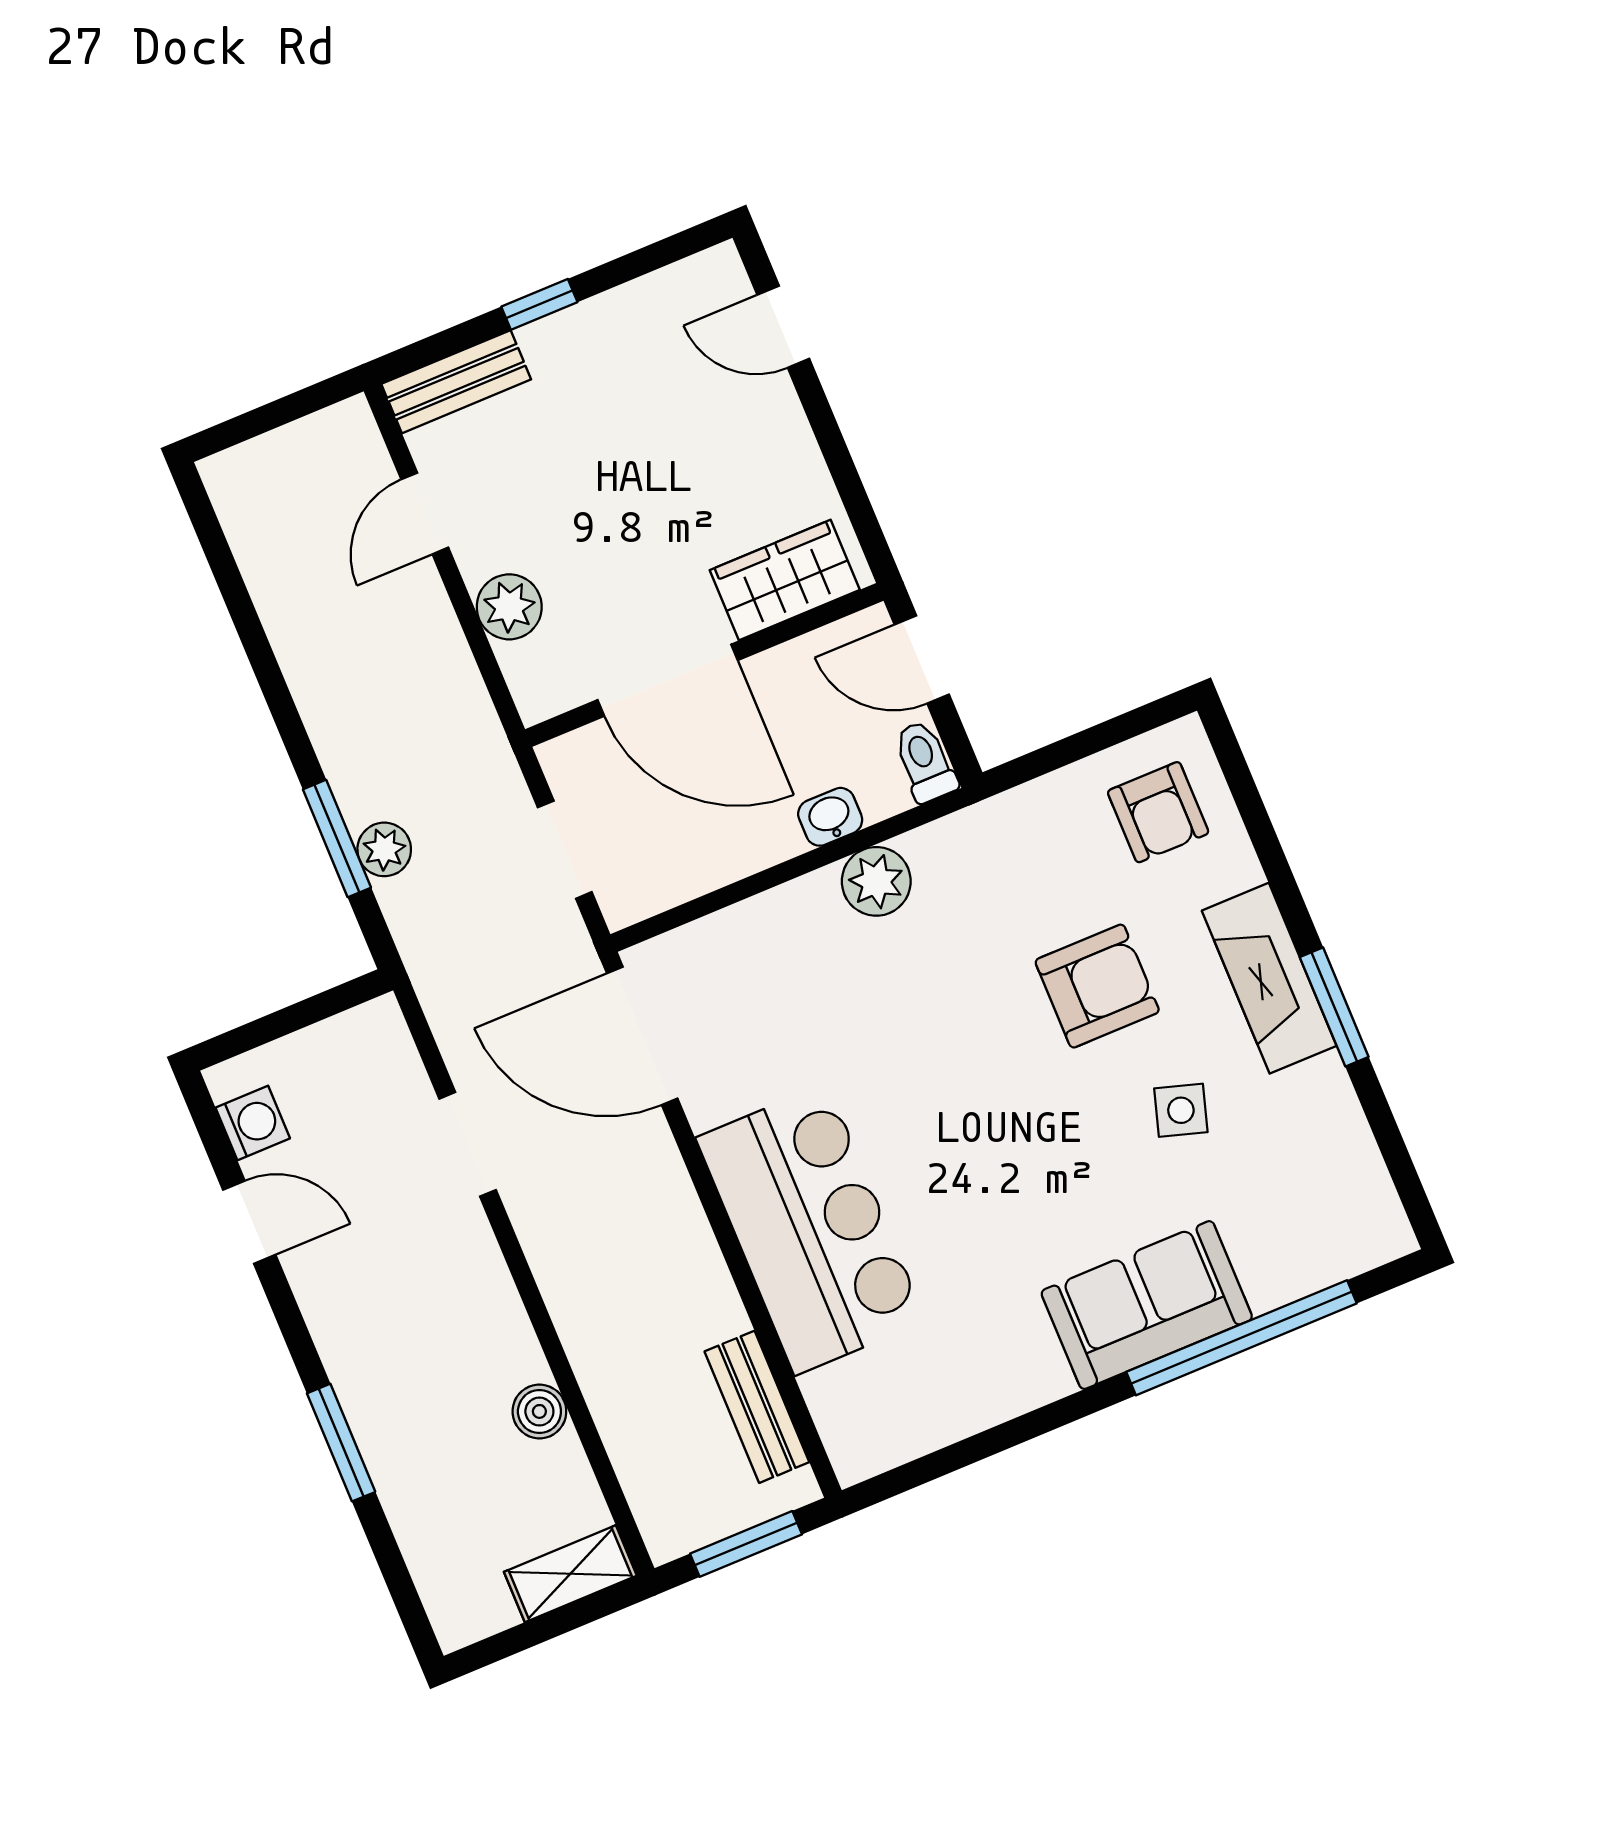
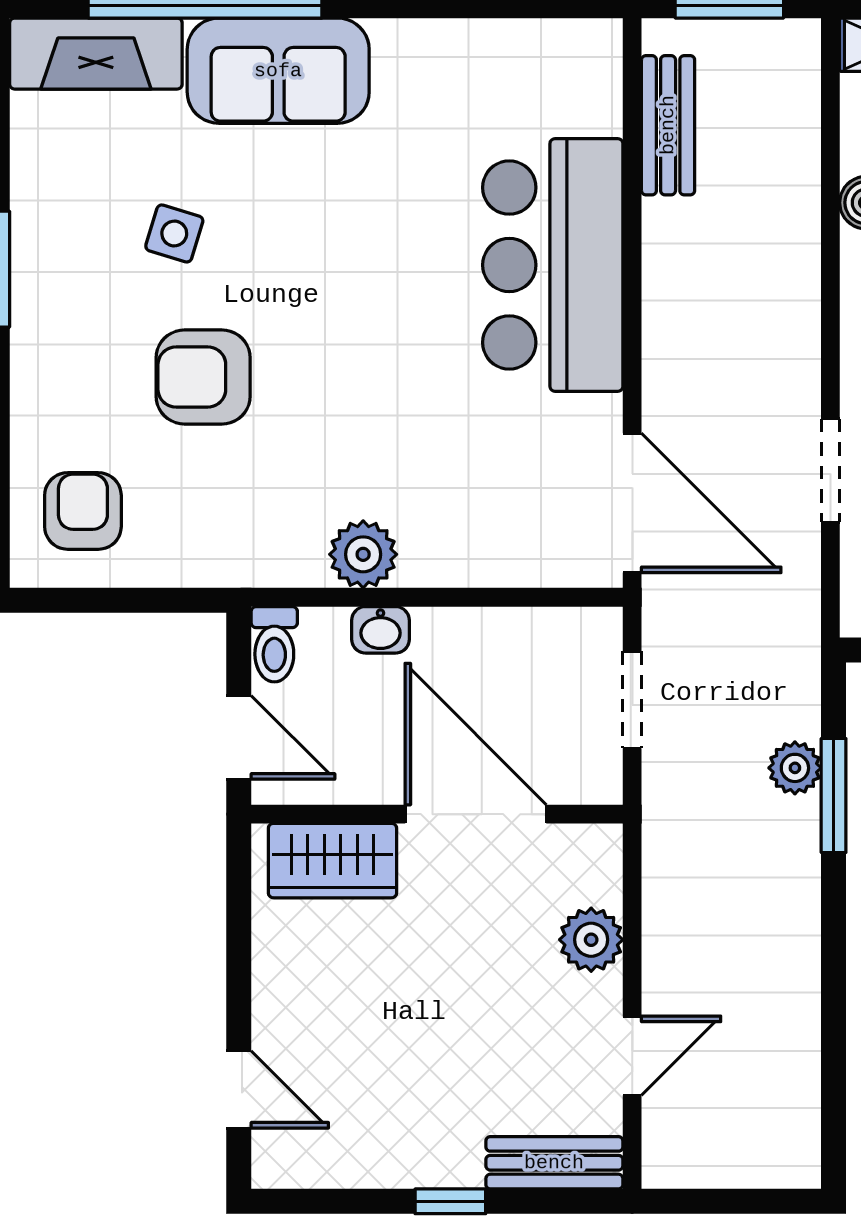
fireplace: (1269, 978) -> (96, 54), moved, turned 90

